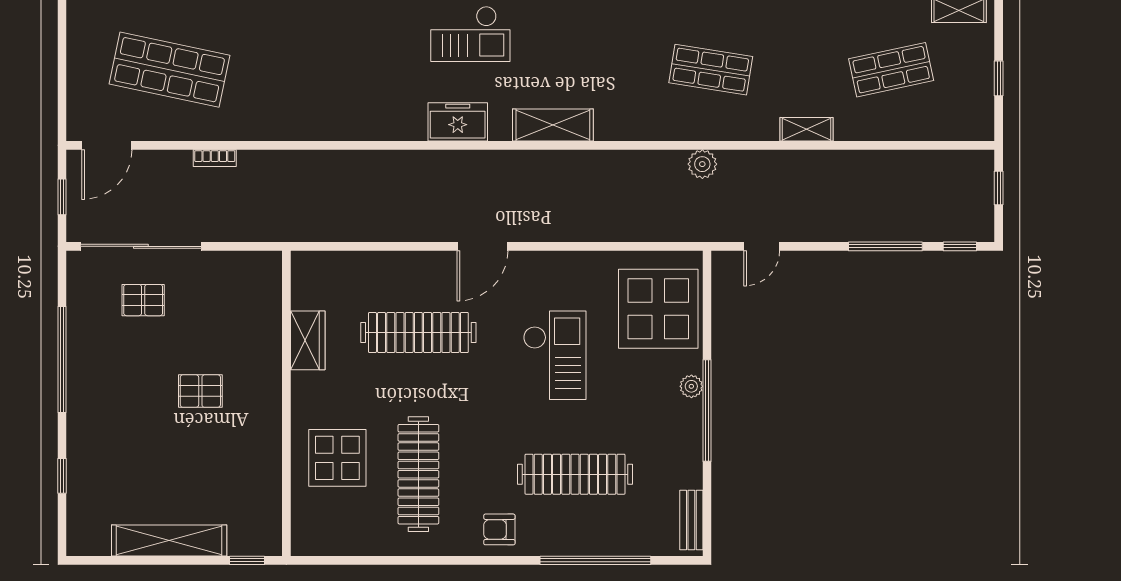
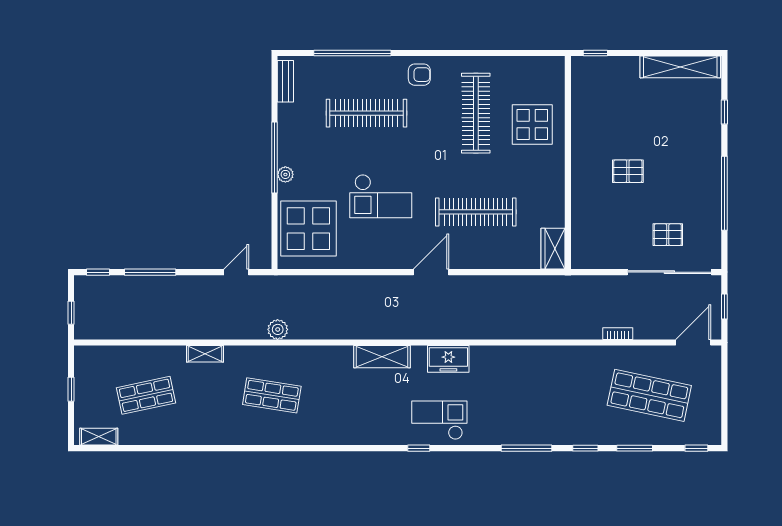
wardrobe: (308, 340) -> (553, 249), moved
checkout: (555, 355) -> (381, 196), turned -90
shelving: (169, 540) -> (680, 67), moved

